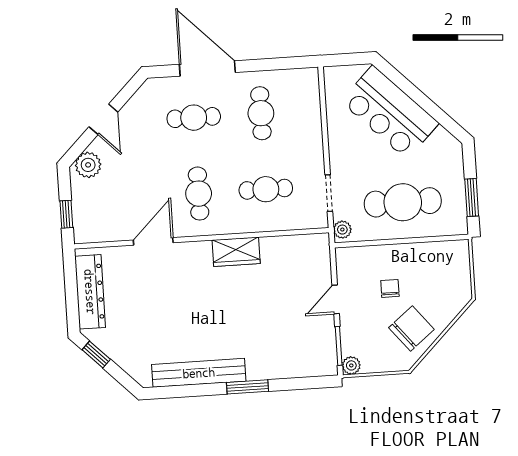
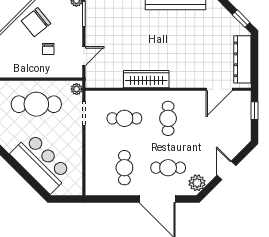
plant: (88, 165) -> (197, 183), moved
door: (153, 241) -> (219, 89), moved
wardrobe: (236, 252) -> (146, 79), width x1.50
door: (336, 299) -> (84, 56), moved

